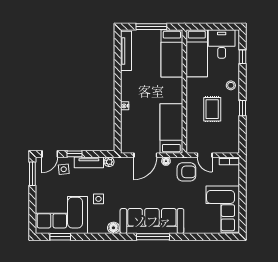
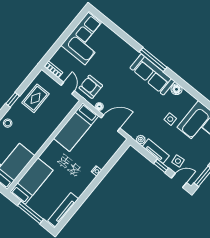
rug: (212, 109) -> (36, 98), moved
sofa: (152, 221) -> (152, 75), width x0.74, depth x0.79

